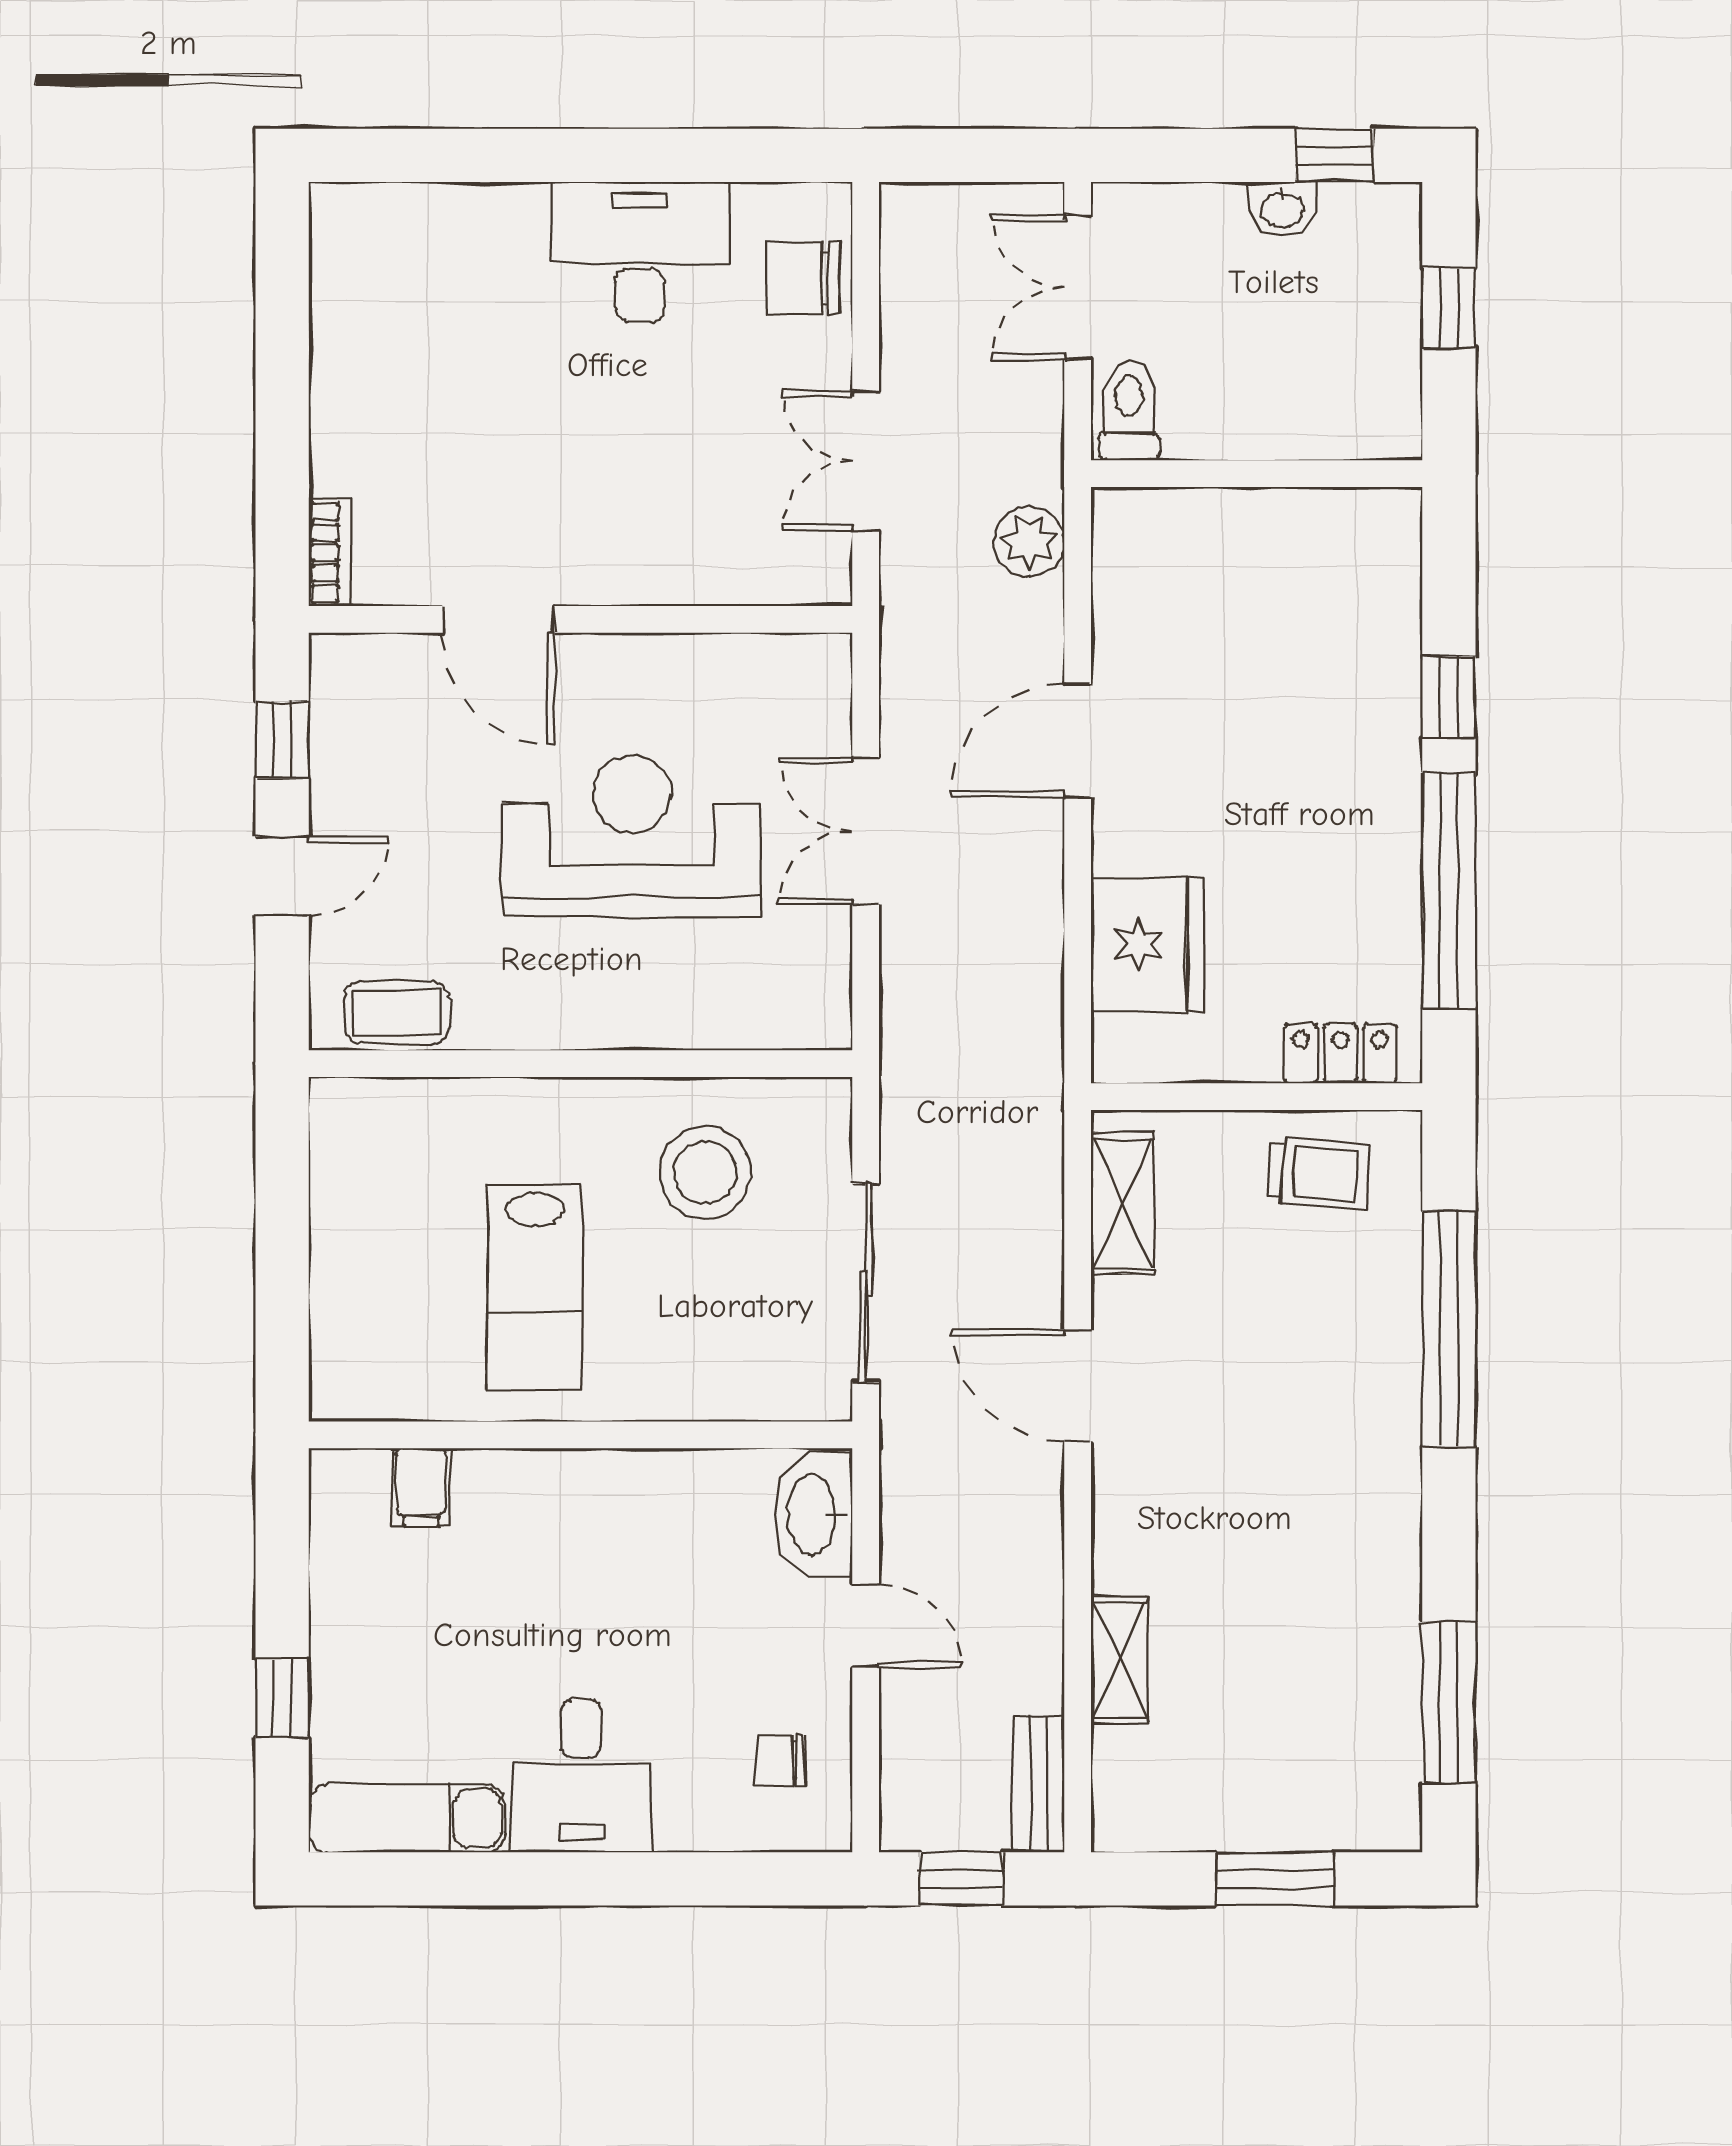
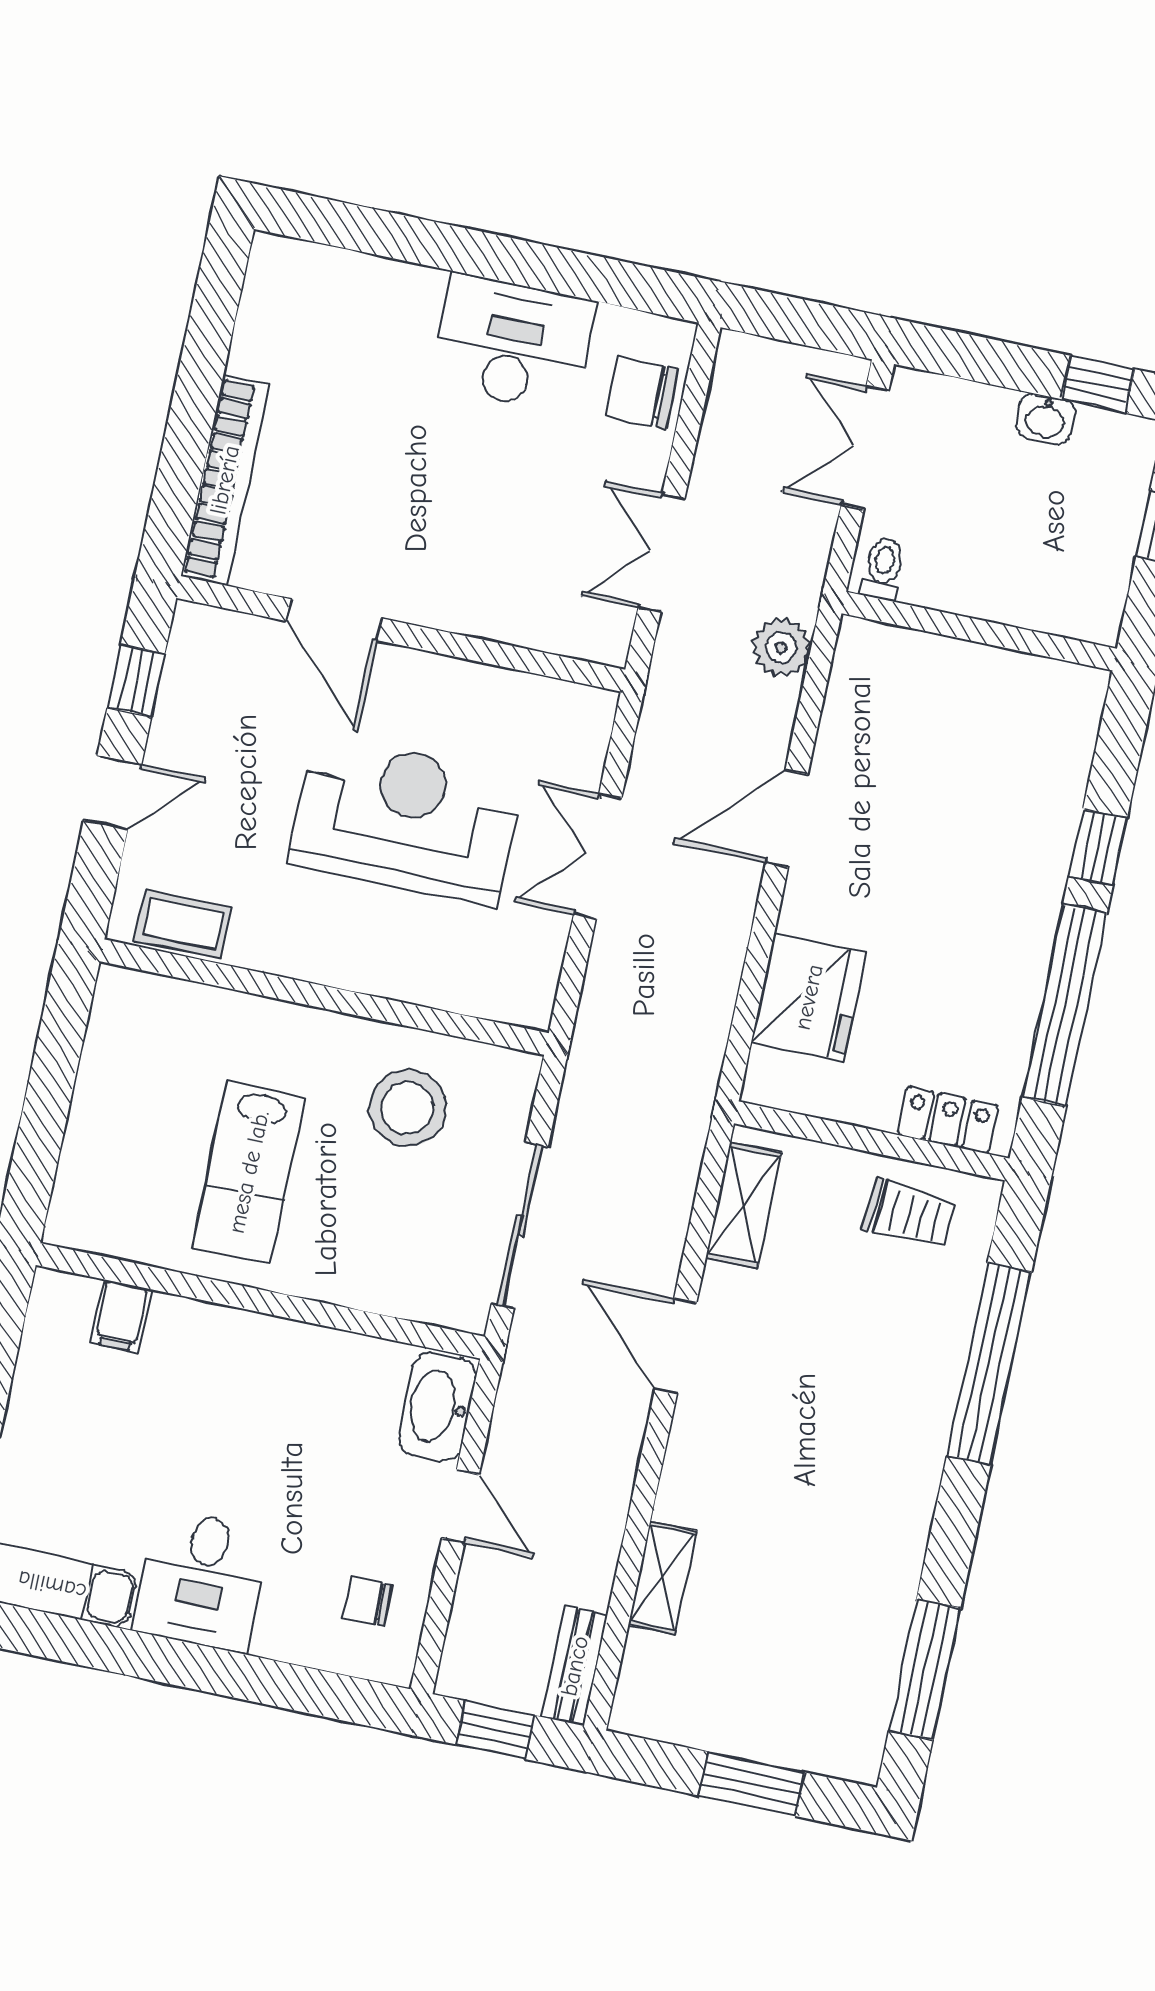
toilet: (1129, 410) -> (883, 569), width x0.73, depth x0.72
bookcase: (330, 553) -> (225, 480), width x2.31, depth x1.31

